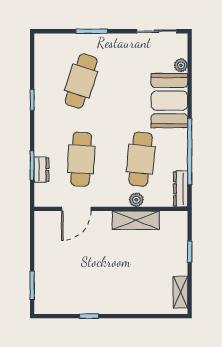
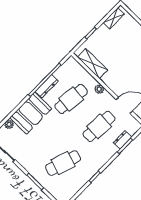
dresser: (181, 189) -> (47, 86), moved
plant: (136, 200) -> (99, 89), moved
shelving: (136, 220) -> (93, 64), moved

